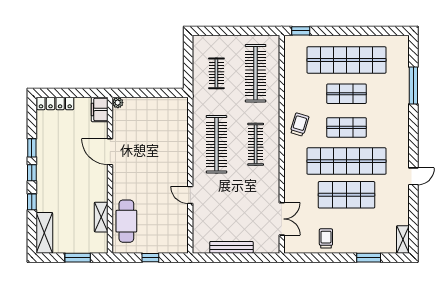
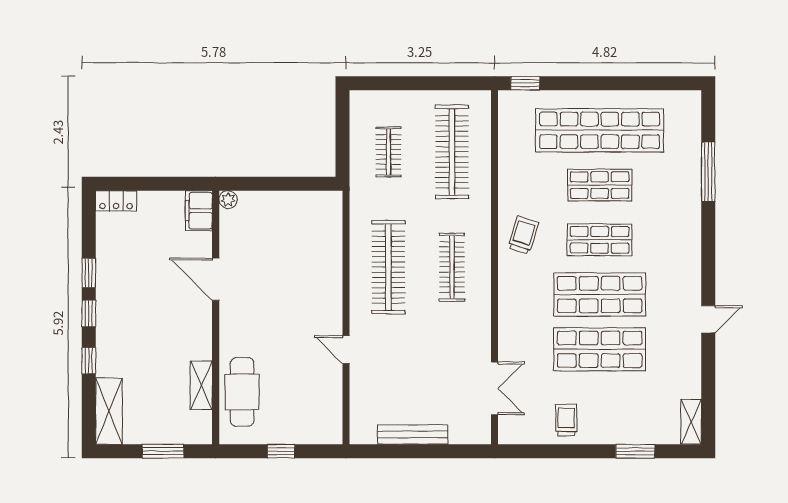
locker: (55, 103) -> (116, 201), width x0.66
shop shelf: (347, 161) -> (600, 295), width x0.71

